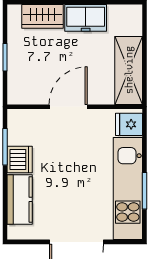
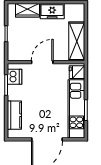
dishwasher: (20, 159) -> (14, 77), moved

